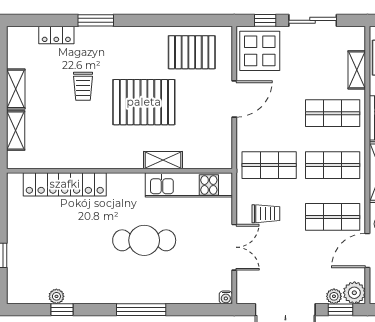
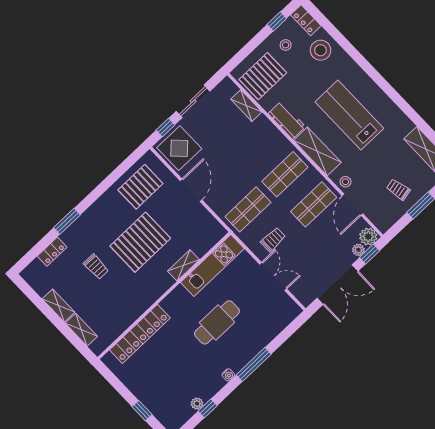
shop shelf: (333, 113) -> (256, 144), removed
water cooler: (226, 297) -> (228, 375), moved

